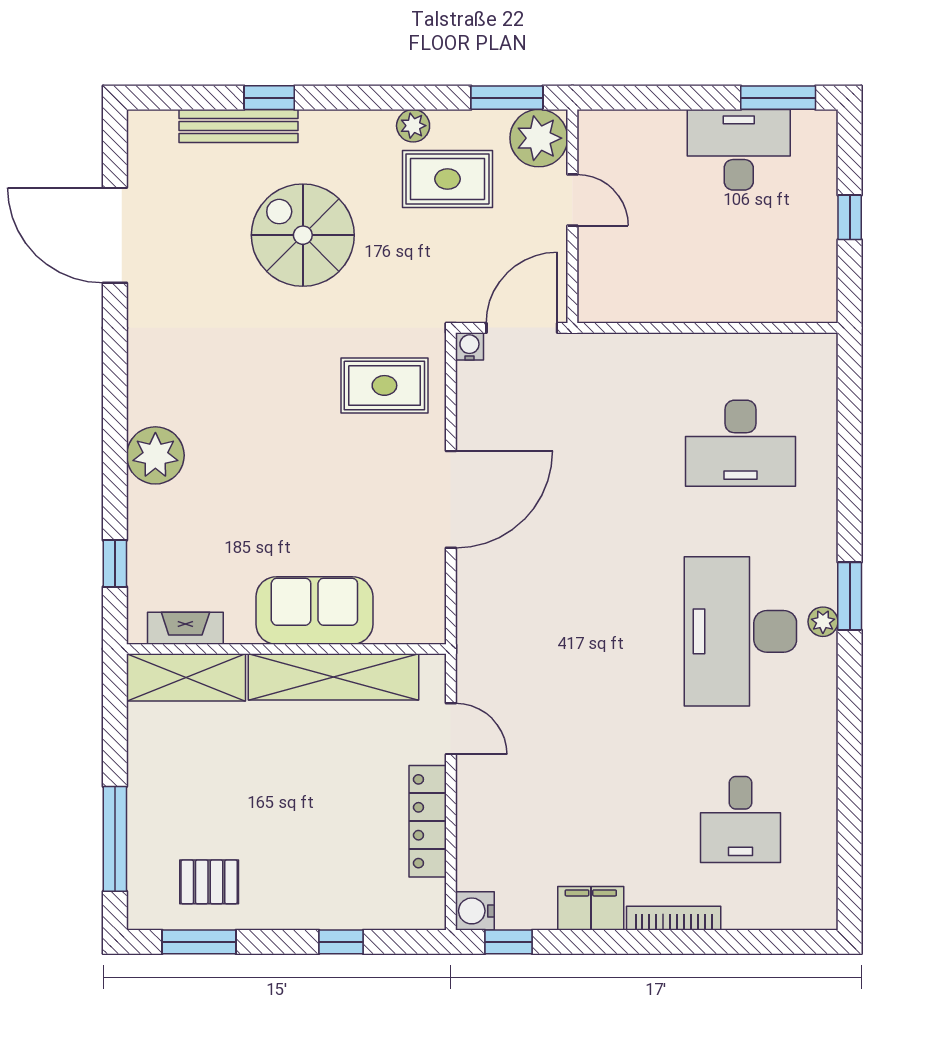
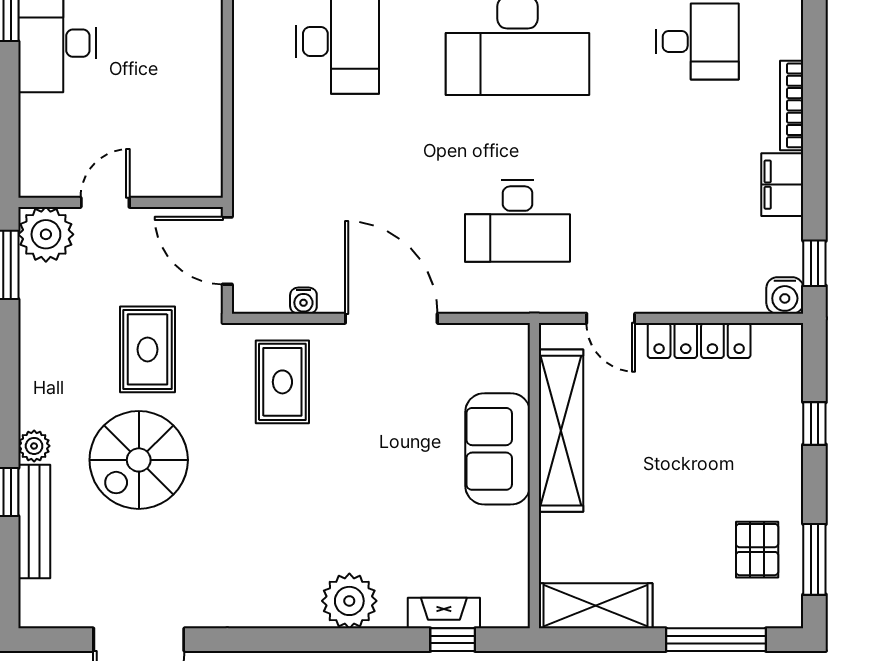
plant: (413, 126) -> (34, 446), moved
rug: (447, 179) -> (148, 349), moved
water cooler: (469, 346) -> (303, 301), moved, turned -90
fireplace: (185, 628) -> (444, 613), moved, turned 90
desk: (553, 631) -> (518, 221), added
shelving: (186, 677) -> (596, 606), moved, turned 90
door: (451, 729) -> (611, 318), swing flipped

